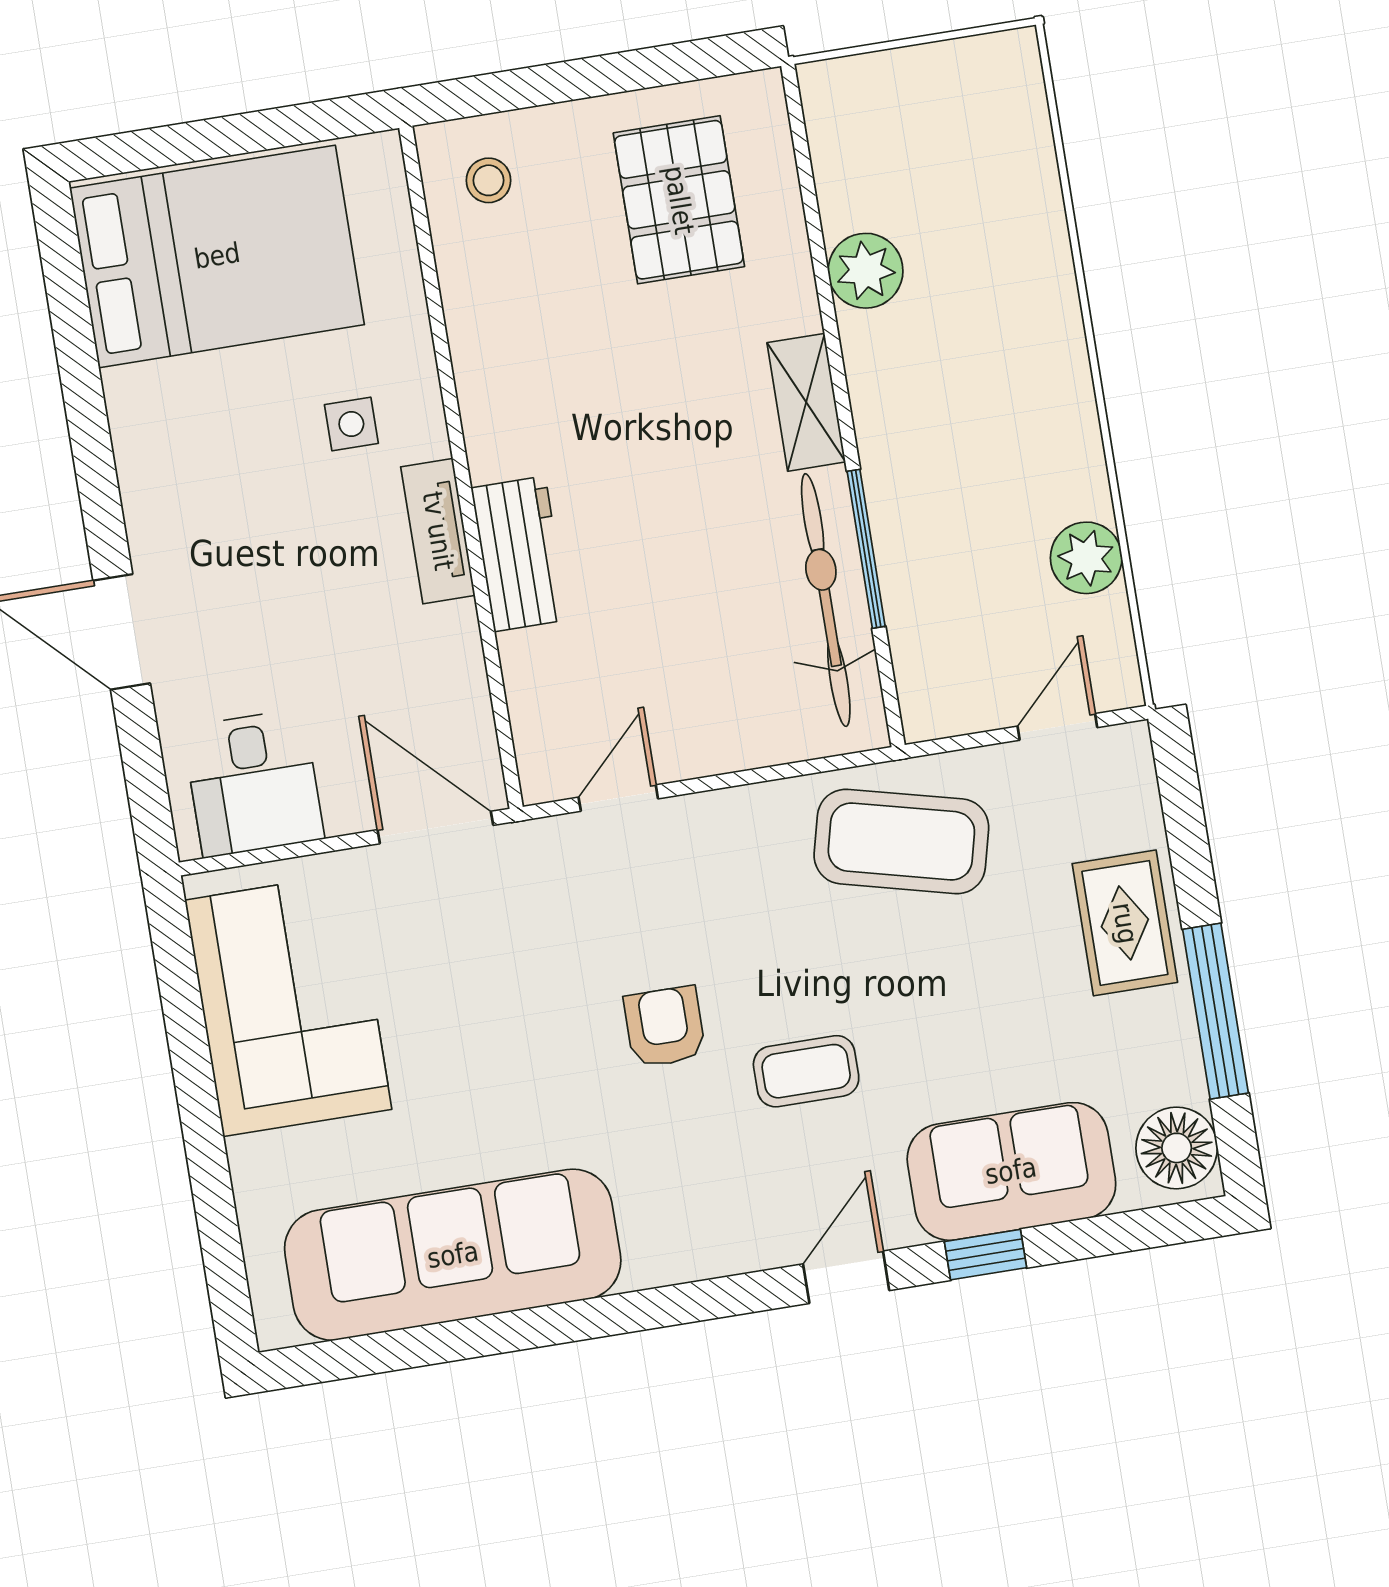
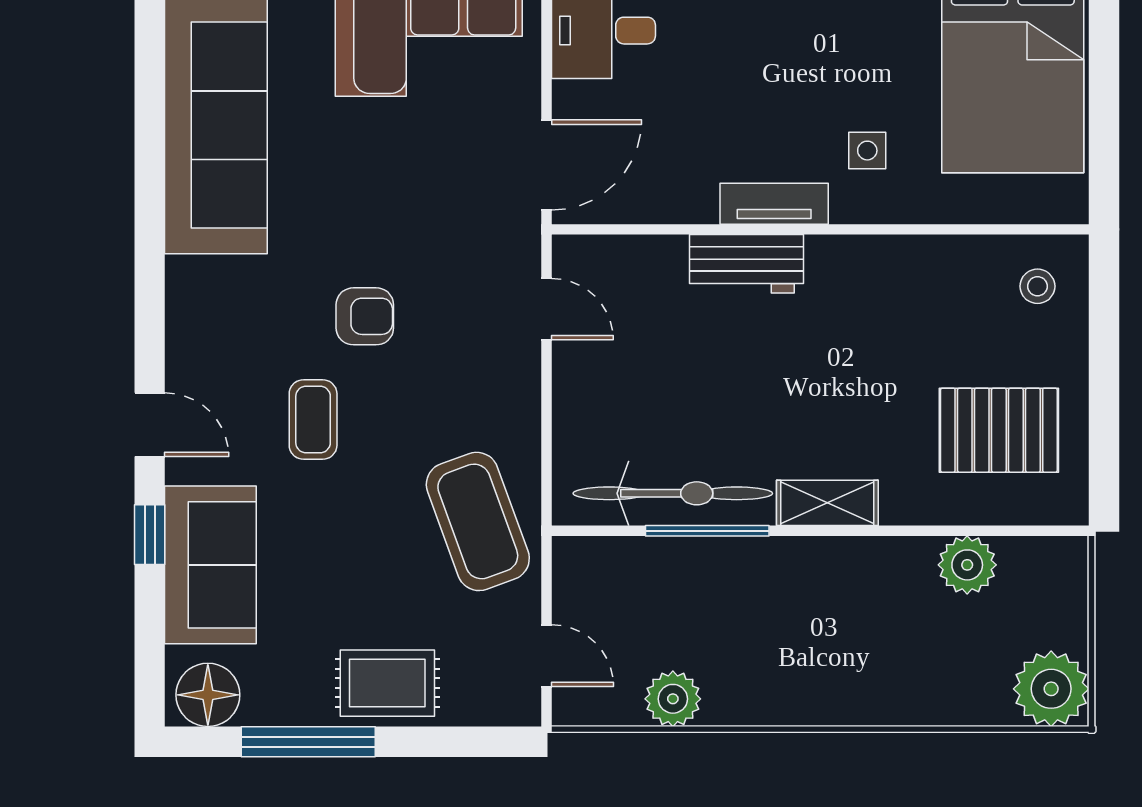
plant: (996, 80) -> (1051, 689), added
plant: (866, 271) -> (967, 565), moved
coffee table: (901, 841) -> (478, 521), turned -34

